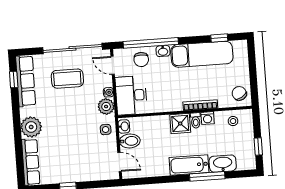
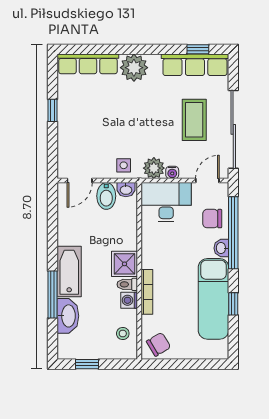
window: (219, 38) -> (233, 304), moved

